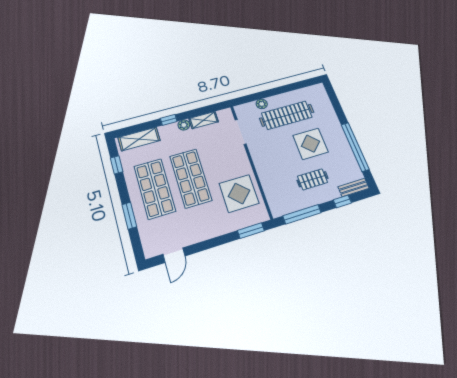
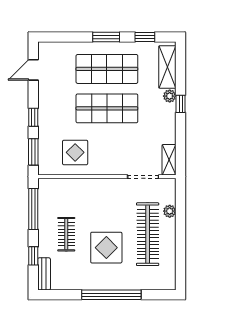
shelving: (204, 120) -> (169, 160), moved
plant: (184, 125) -> (170, 96), moved
window: (355, 147) -> (111, 295), moved
display table: (239, 193) -> (75, 152), width x0.73, depth x0.73
window: (129, 216) -> (106, 37), moved
window: (219, 241) -> (33, 117), added
door: (174, 255) -> (33, 70), hinge flipped

